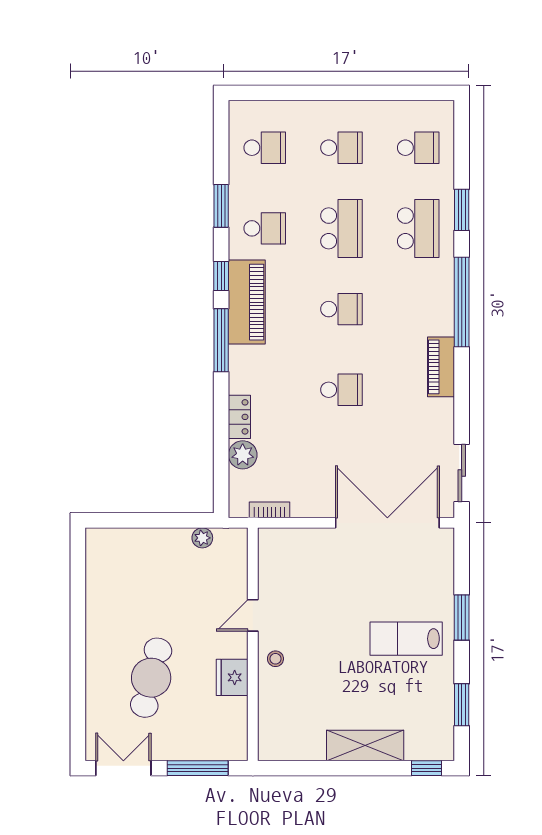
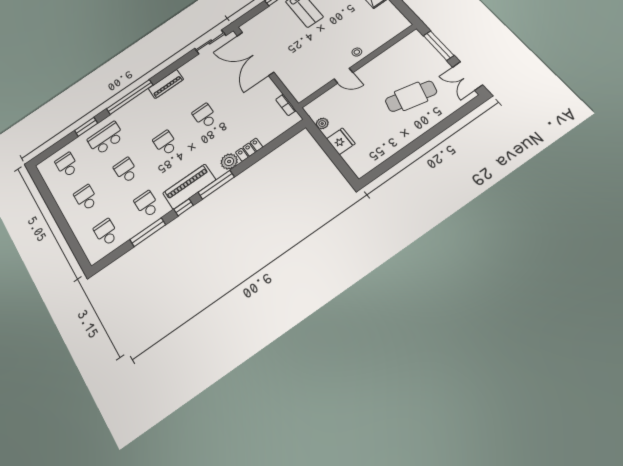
window: (221, 206) -> (148, 232), width x1.44
school desk: (341, 228) -> (126, 170), width x0.54
plant: (243, 455) -> (229, 161), moved
fridge: (232, 677) -> (341, 141), moved, turned -90

